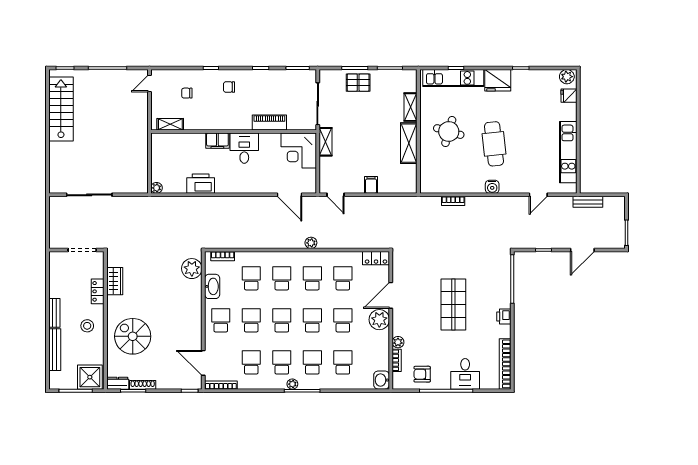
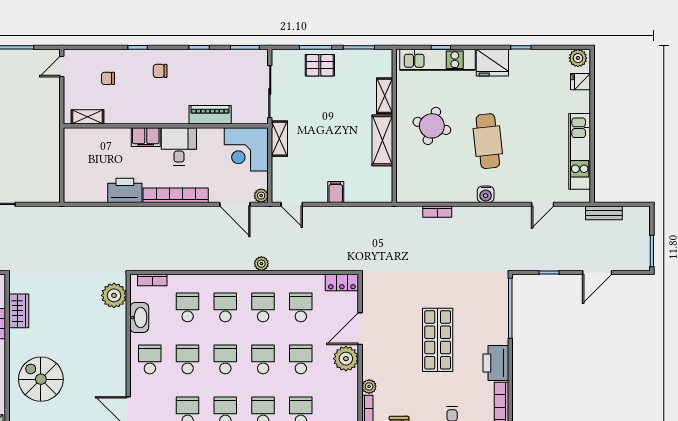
plant: (156, 188) -> (261, 196), moved
bookcase: (242, 188) -> (176, 195), added
printer: (504, 317) -> (496, 363), width x1.87, depth x1.48

